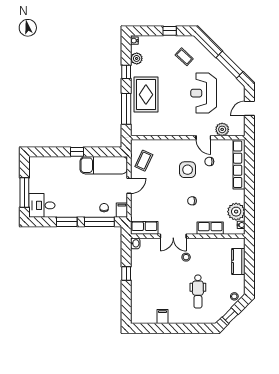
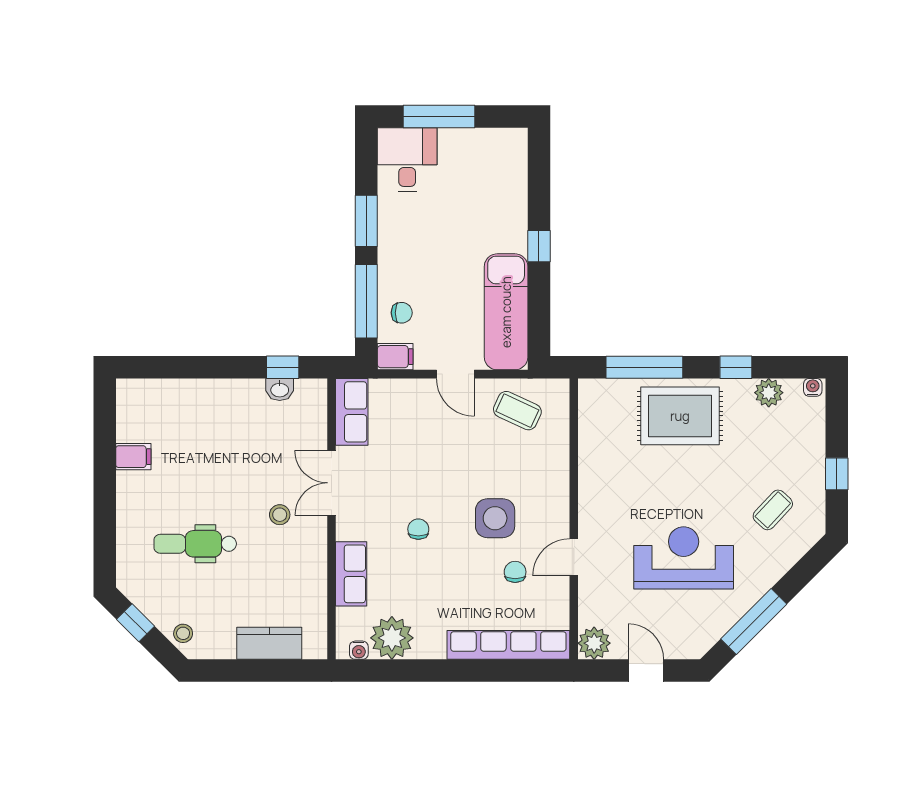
plant: (222, 129) -> (594, 643), moved
washbasin: (135, 243) -> (280, 389), moved
window: (126, 273) -> (283, 367), moved

